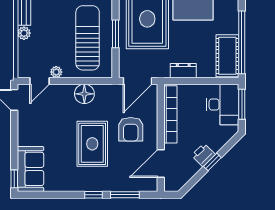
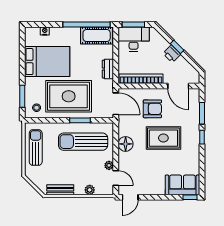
plant: (24, 33) -> (90, 190), moved

